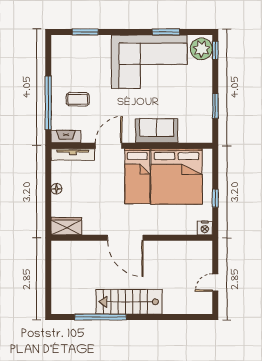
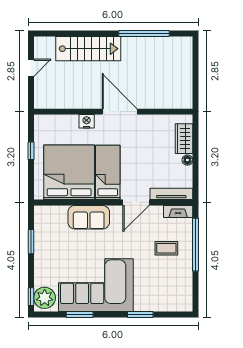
window: (85, 32) -> (140, 315), moved
wardrobe: (66, 226) -> (184, 139), moved, turned 90
nightstand: (205, 228) -> (87, 121), moved
stairs: (129, 302) -> (88, 49), moved

